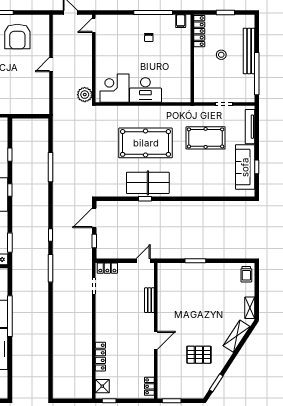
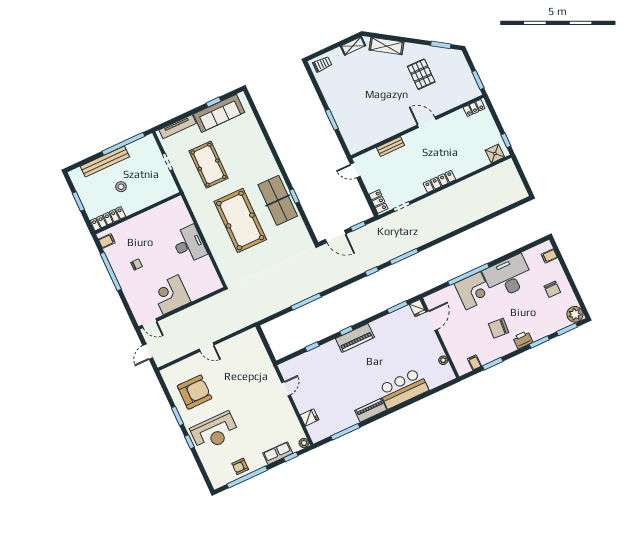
corner desk: (114, 88) -> (171, 295), moved, turned 90
plant: (85, 95) -> (221, 301), removed
locker: (100, 357) -> (439, 181), moved

